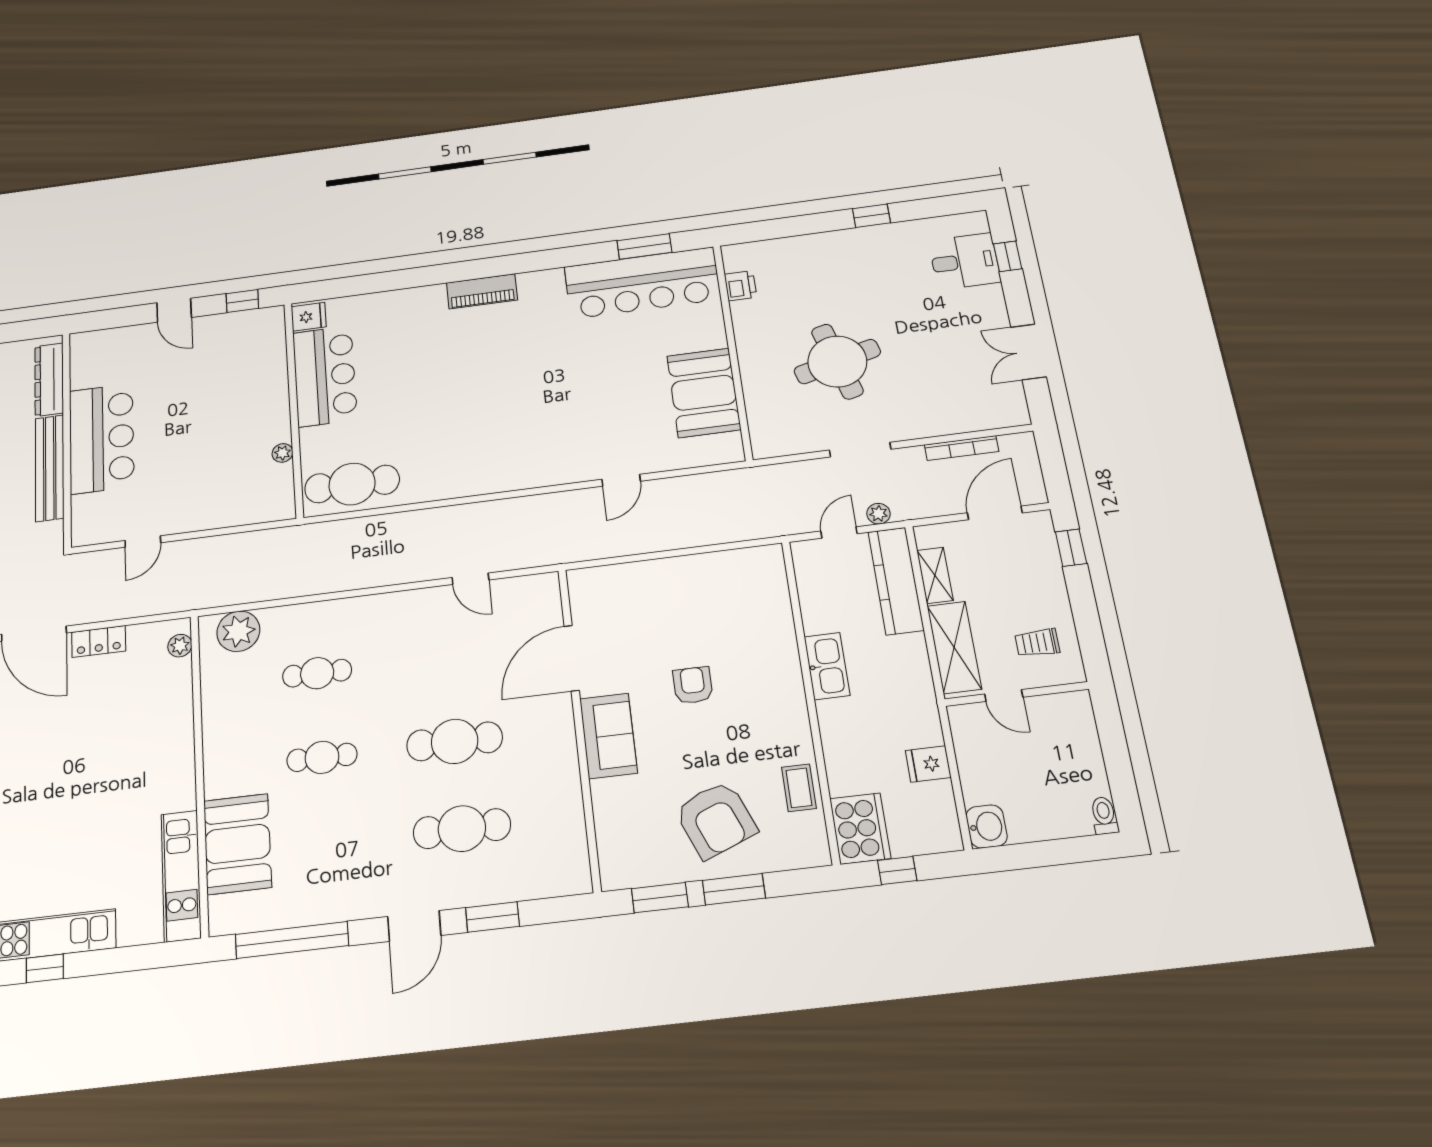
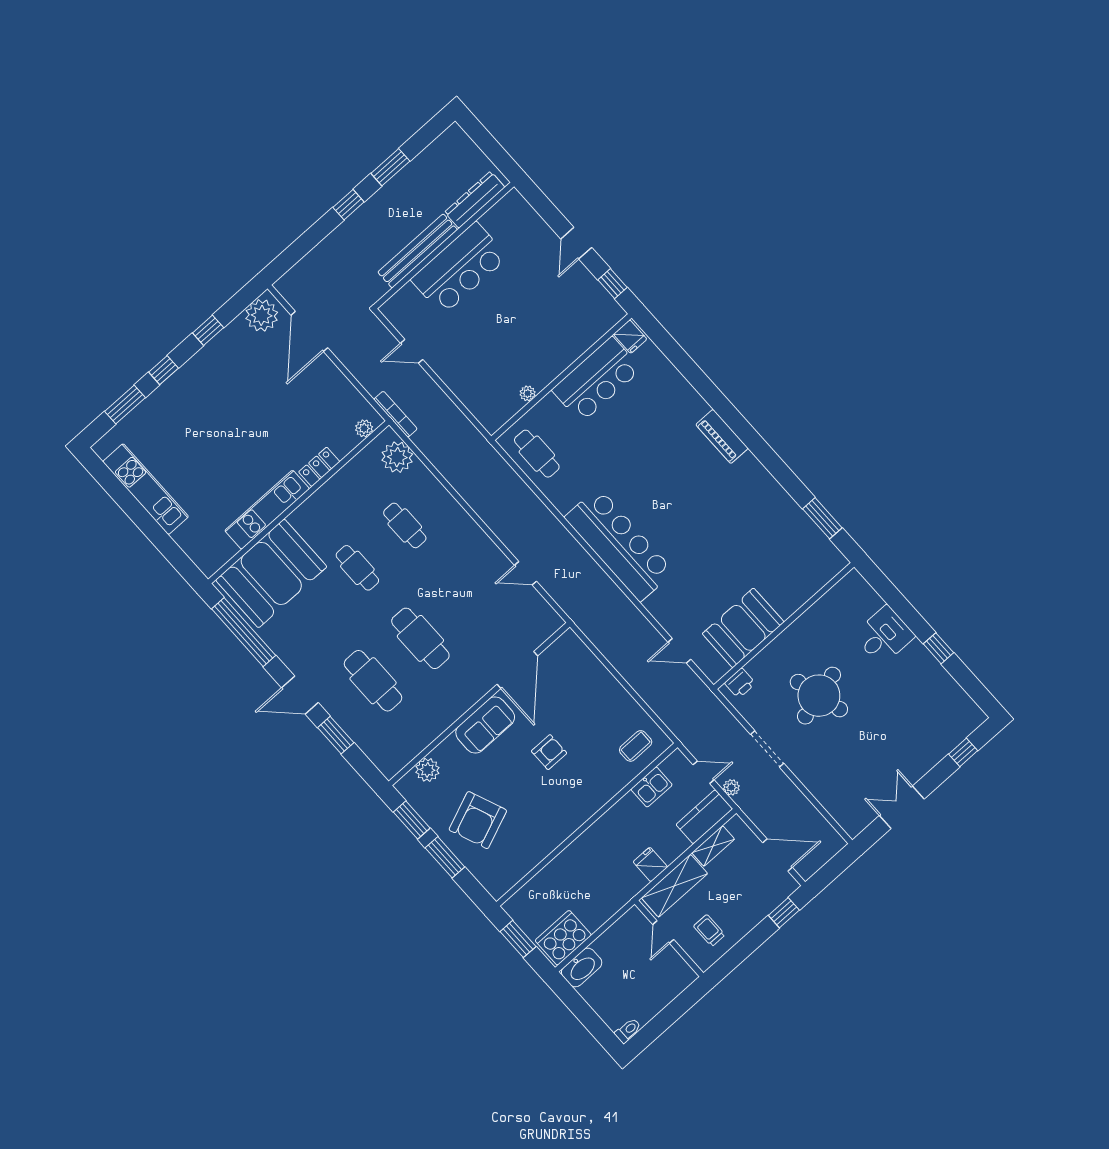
desk: (965, 261) -> (884, 635), moved, turned -90
bar counter: (642, 283) -> (619, 545), moved, turned 180
printer: (740, 286) -> (740, 683), moved
bookcase: (962, 448) -> (396, 414), moved, turned 180
door: (621, 480) -> (679, 651), moved
cafe table: (352, 484) -> (537, 454), width x0.73, depth x0.74
door: (470, 579) -> (526, 573), hinge flipped
kitchen counter: (896, 581) -> (704, 817), width x0.67
locker: (99, 641) -> (319, 467), moved, turned 90
door: (572, 658) -> (517, 670), swing flipped
kitchen sink: (827, 666) -> (652, 787), moved, width x0.73
fridge: (928, 764) -> (650, 864), moved
coffee table: (799, 788) -> (636, 746), moved
washbasin: (987, 826) -> (582, 967), width x1.38
cooker: (860, 829) -> (563, 938), moved, turned 180
plant: (613, 838) -> (427, 770), added
booth: (238, 844) -> (271, 573), width x1.36, depth x1.42
window: (897, 870) -> (518, 939), width x1.50
kitchen unit: (181, 876) -> (267, 510), moved
window: (45, 968) -> (129, 503), removed

